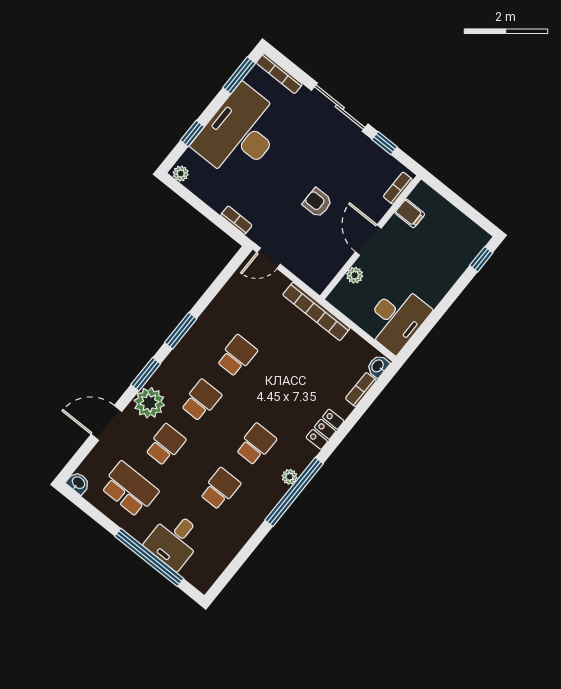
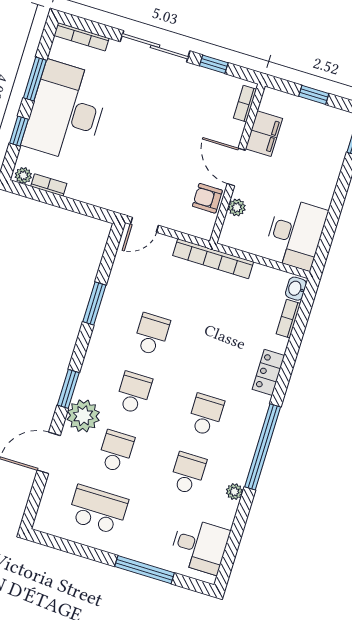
window: (239, 75) -> (35, 79), moved
armchair: (317, 203) -> (207, 198), moved
window: (461, 204) -> (314, 95), added
filing cabinet: (410, 213) -> (264, 134), width x2.00
bookcase: (236, 220) -> (49, 185), moved
window: (181, 331) -> (94, 303), moved
plant: (290, 477) -> (234, 492), moved
washbasin: (78, 483) -> (44, 524), removed
desk: (174, 540) -> (200, 546), moved, turned -90
window: (149, 557) -> (145, 570), width x0.68

